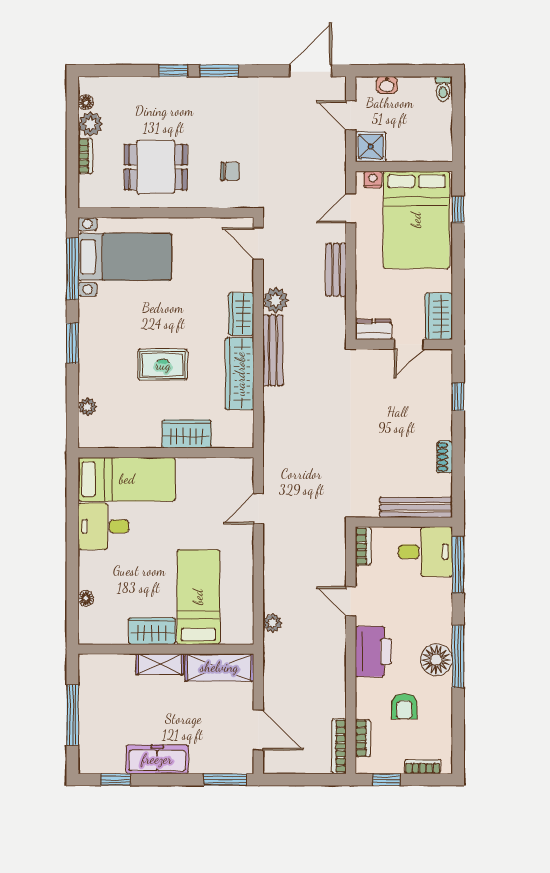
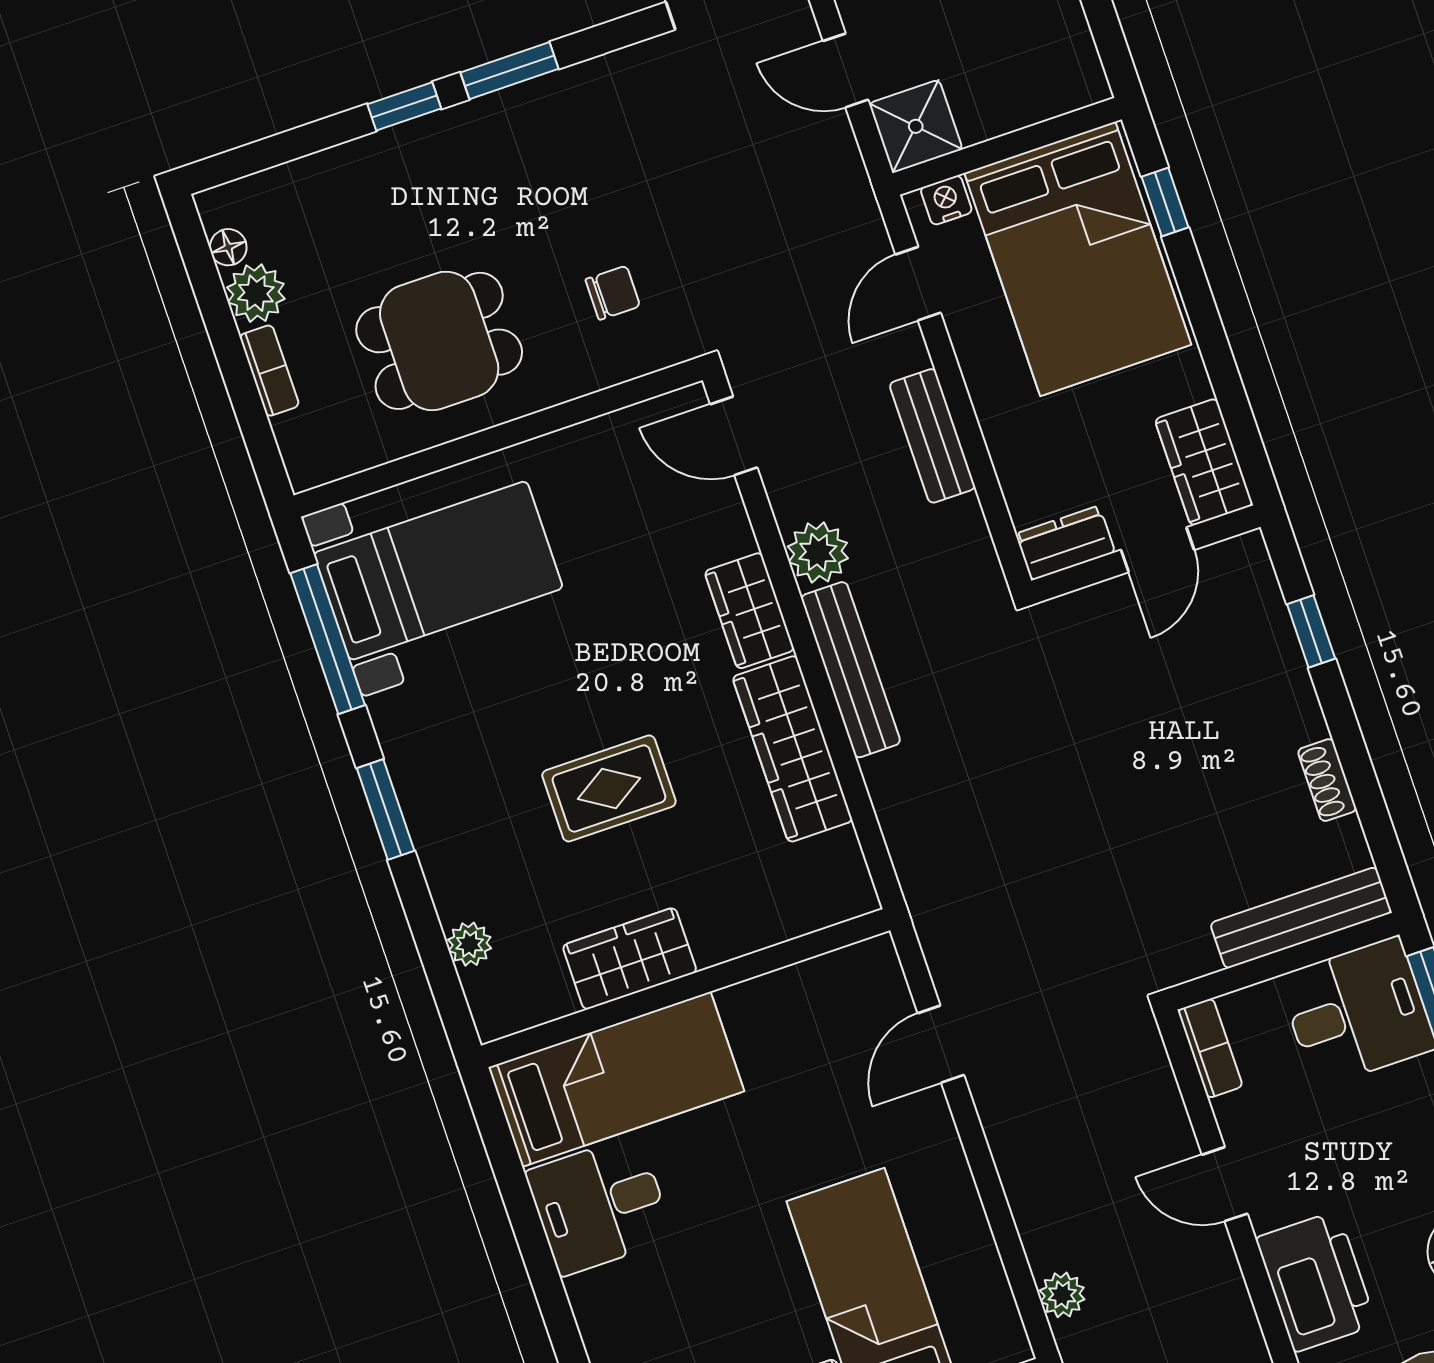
wardrobe: (187, 434) -> (630, 959), moved

